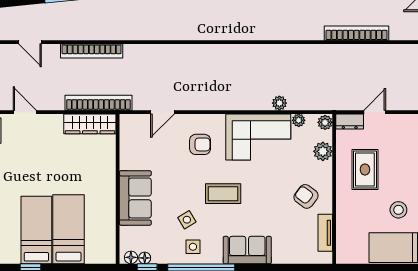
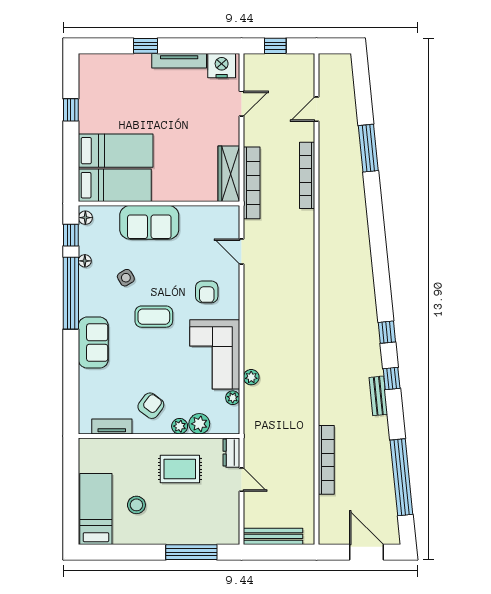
plant: (325, 122) -> (180, 426), moved
coffee table: (223, 194) -> (154, 317), turned 90
bed: (36, 230) -> (115, 185), moved
side table: (193, 247) -> (97, 284), removed
floor lamp: (145, 258) -> (85, 261), moved

